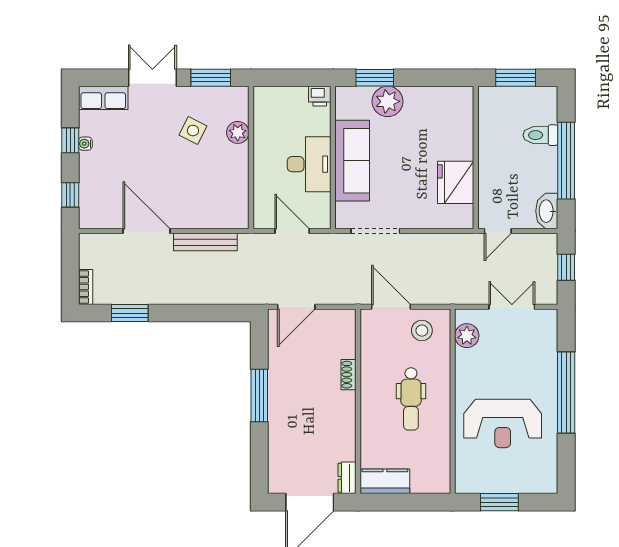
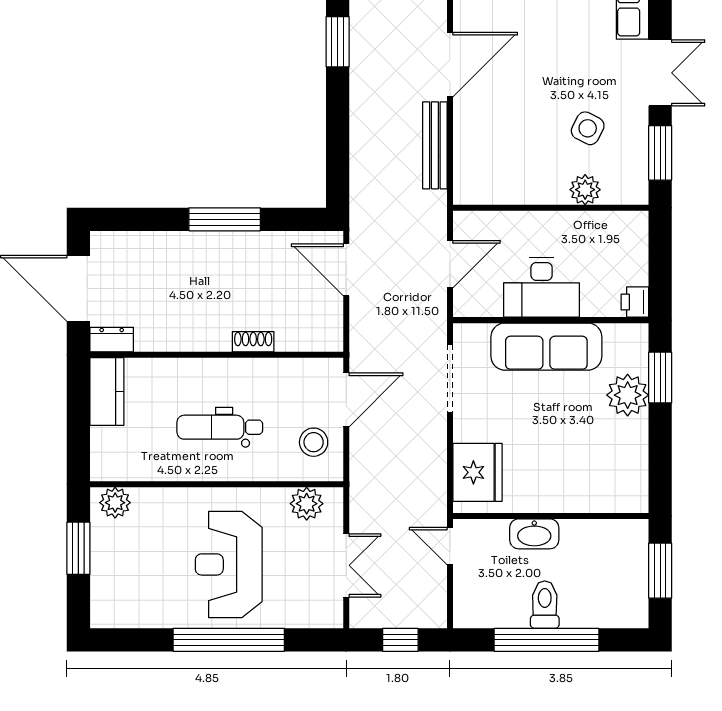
toilet: (540, 135) -> (545, 605), moved
fridge: (456, 182) -> (477, 472), moved, turned 90
washbasin: (547, 211) -> (534, 534), moved, turned 180
reception desk: (503, 423) -> (229, 564), moved
plant: (466, 475) -> (115, 503), added

